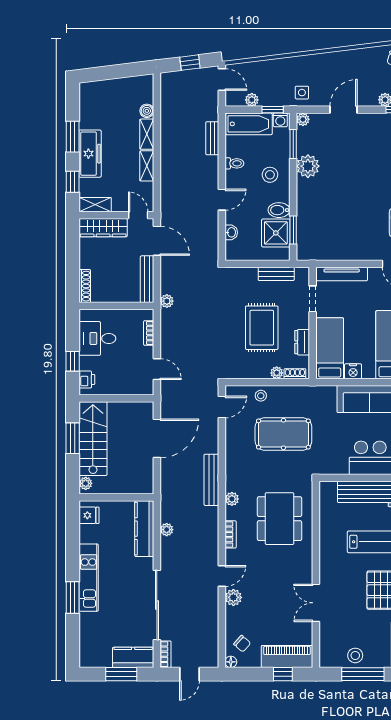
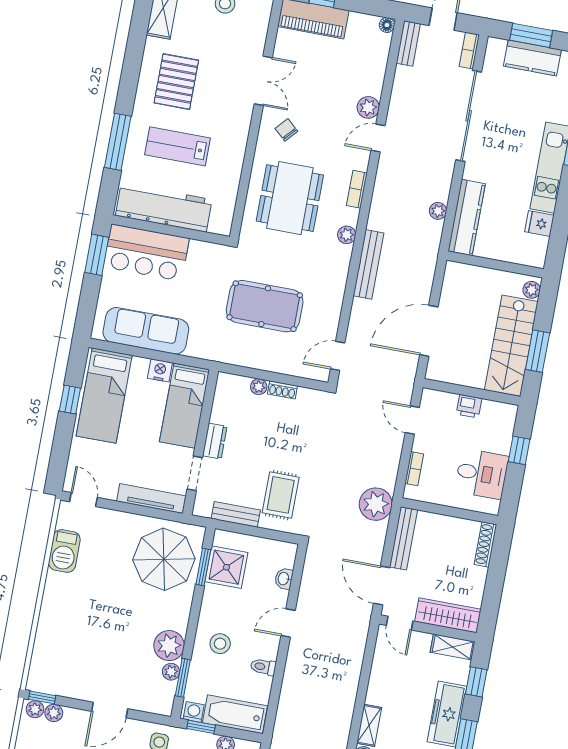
plant: (303, 119) -> (171, 672), moved
bench: (212, 138) -> (408, 43), moved
shelving: (147, 166) -> (377, 684), removed
bidet: (279, 210) -> (217, 596), removed
parasol: (324, 230) -> (164, 559), added
plant: (167, 301) -> (376, 504), width x1.88, depth x1.88
rug: (262, 328) -> (281, 495), moved, width x0.73, depth x0.70
dresser: (302, 342) -> (215, 441), moved
shoe rack: (295, 374) -> (282, 390), moved
printer: (87, 379) -> (469, 406), moved, turned -90
stool: (261, 396) -> (285, 361), removed
fridge: (89, 515) -> (539, 223), moved
chair: (242, 644) -> (286, 130), moved
kitchen counter: (133, 657) -> (532, 58), moved

